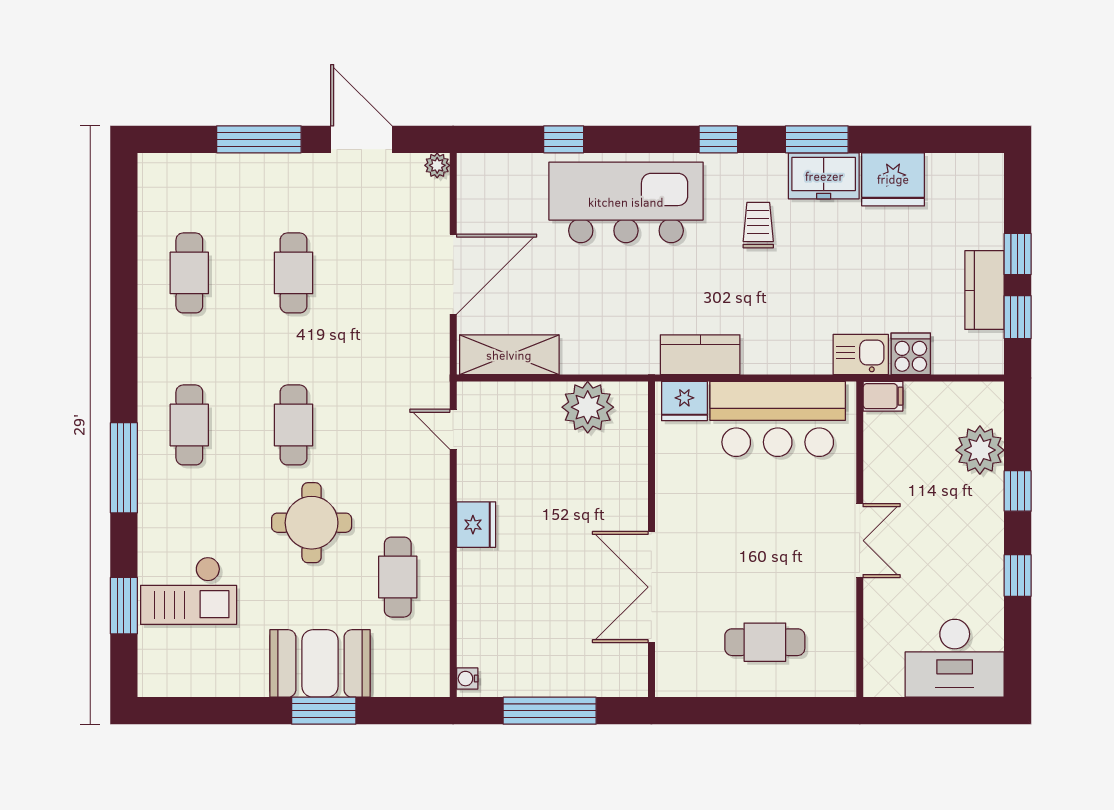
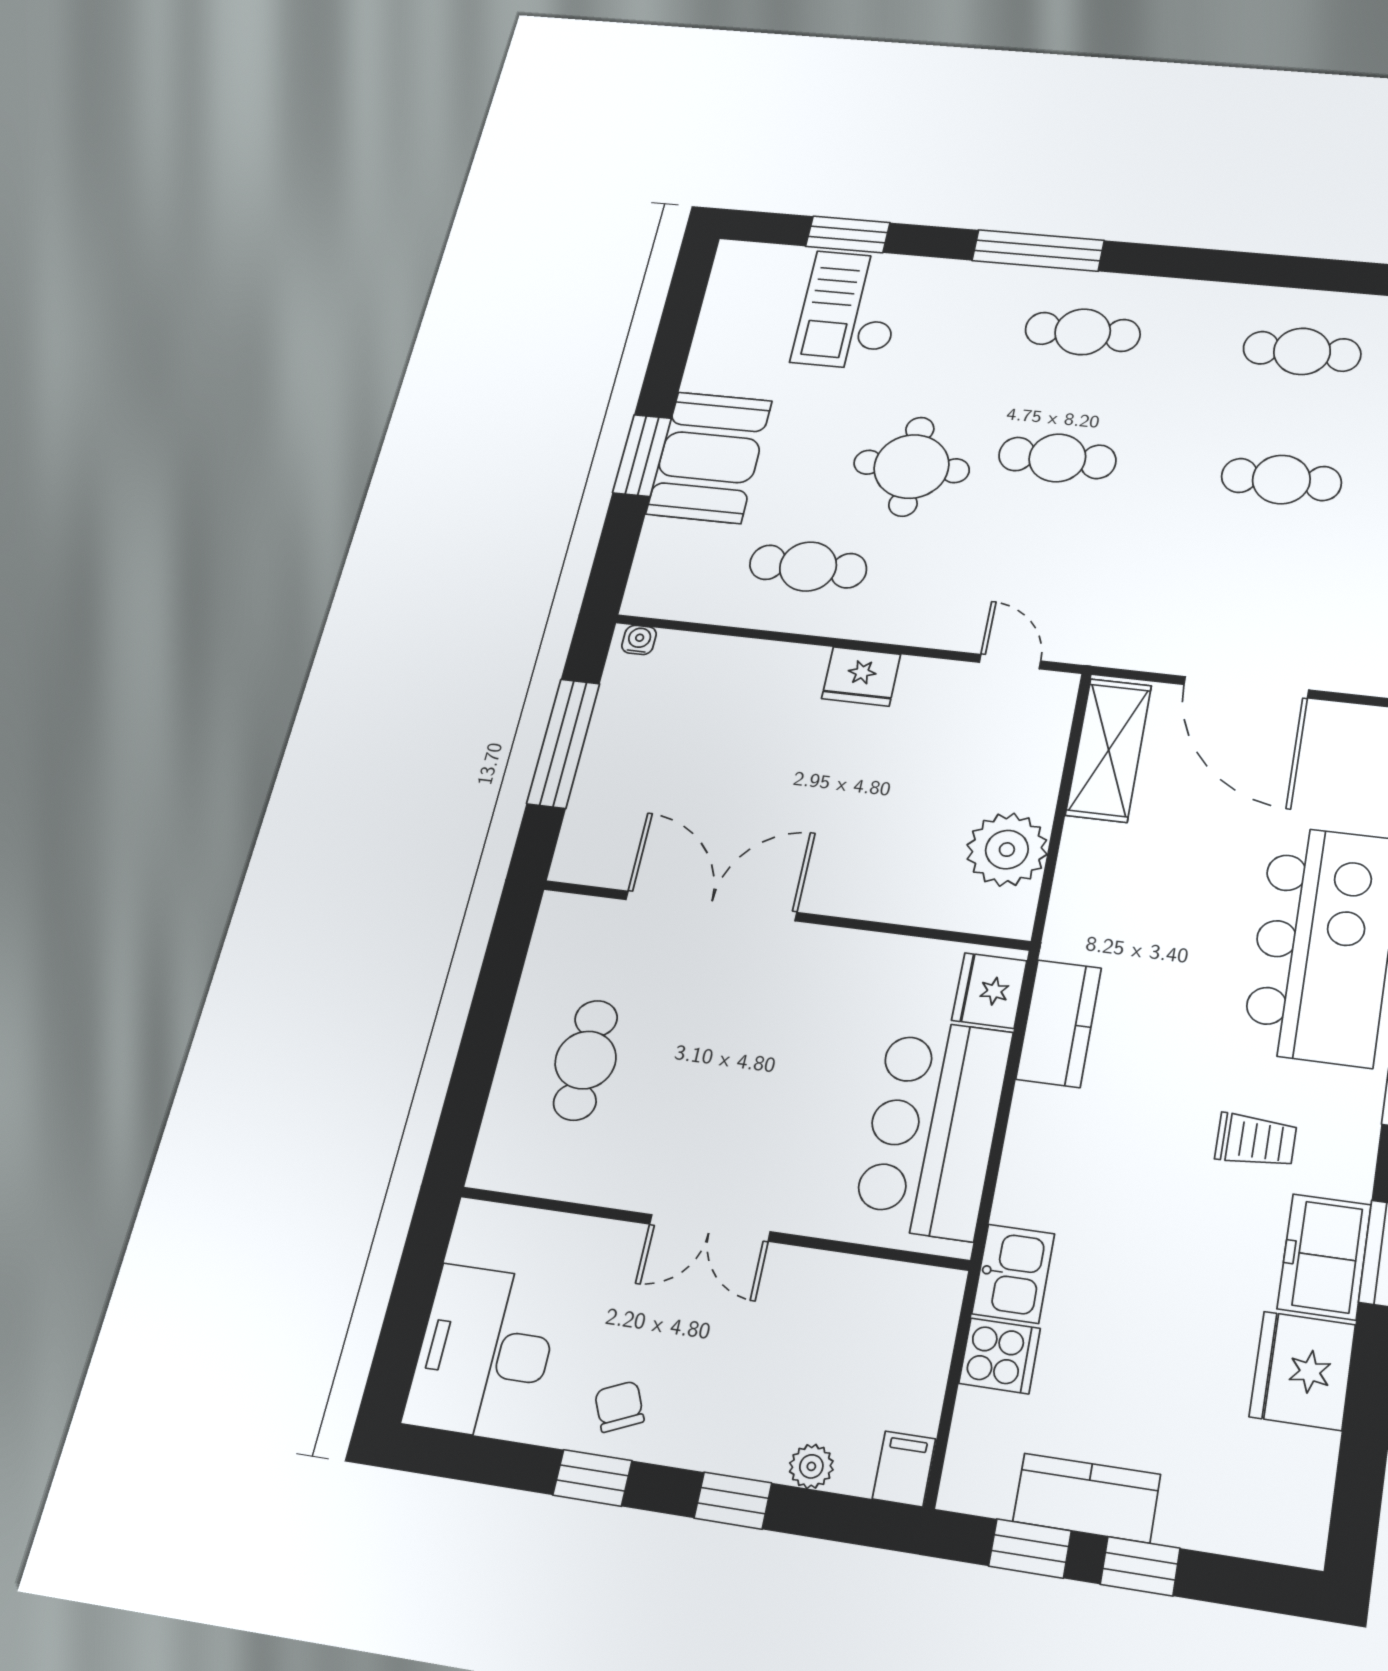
filing cabinet: (883, 396) -> (904, 1469), moved, turned 180
door: (453, 429) -> (1010, 662), hinge flipped
plant: (980, 450) -> (811, 1466), width x0.53, depth x0.53
chair: (974, 570) -> (619, 1406), added

